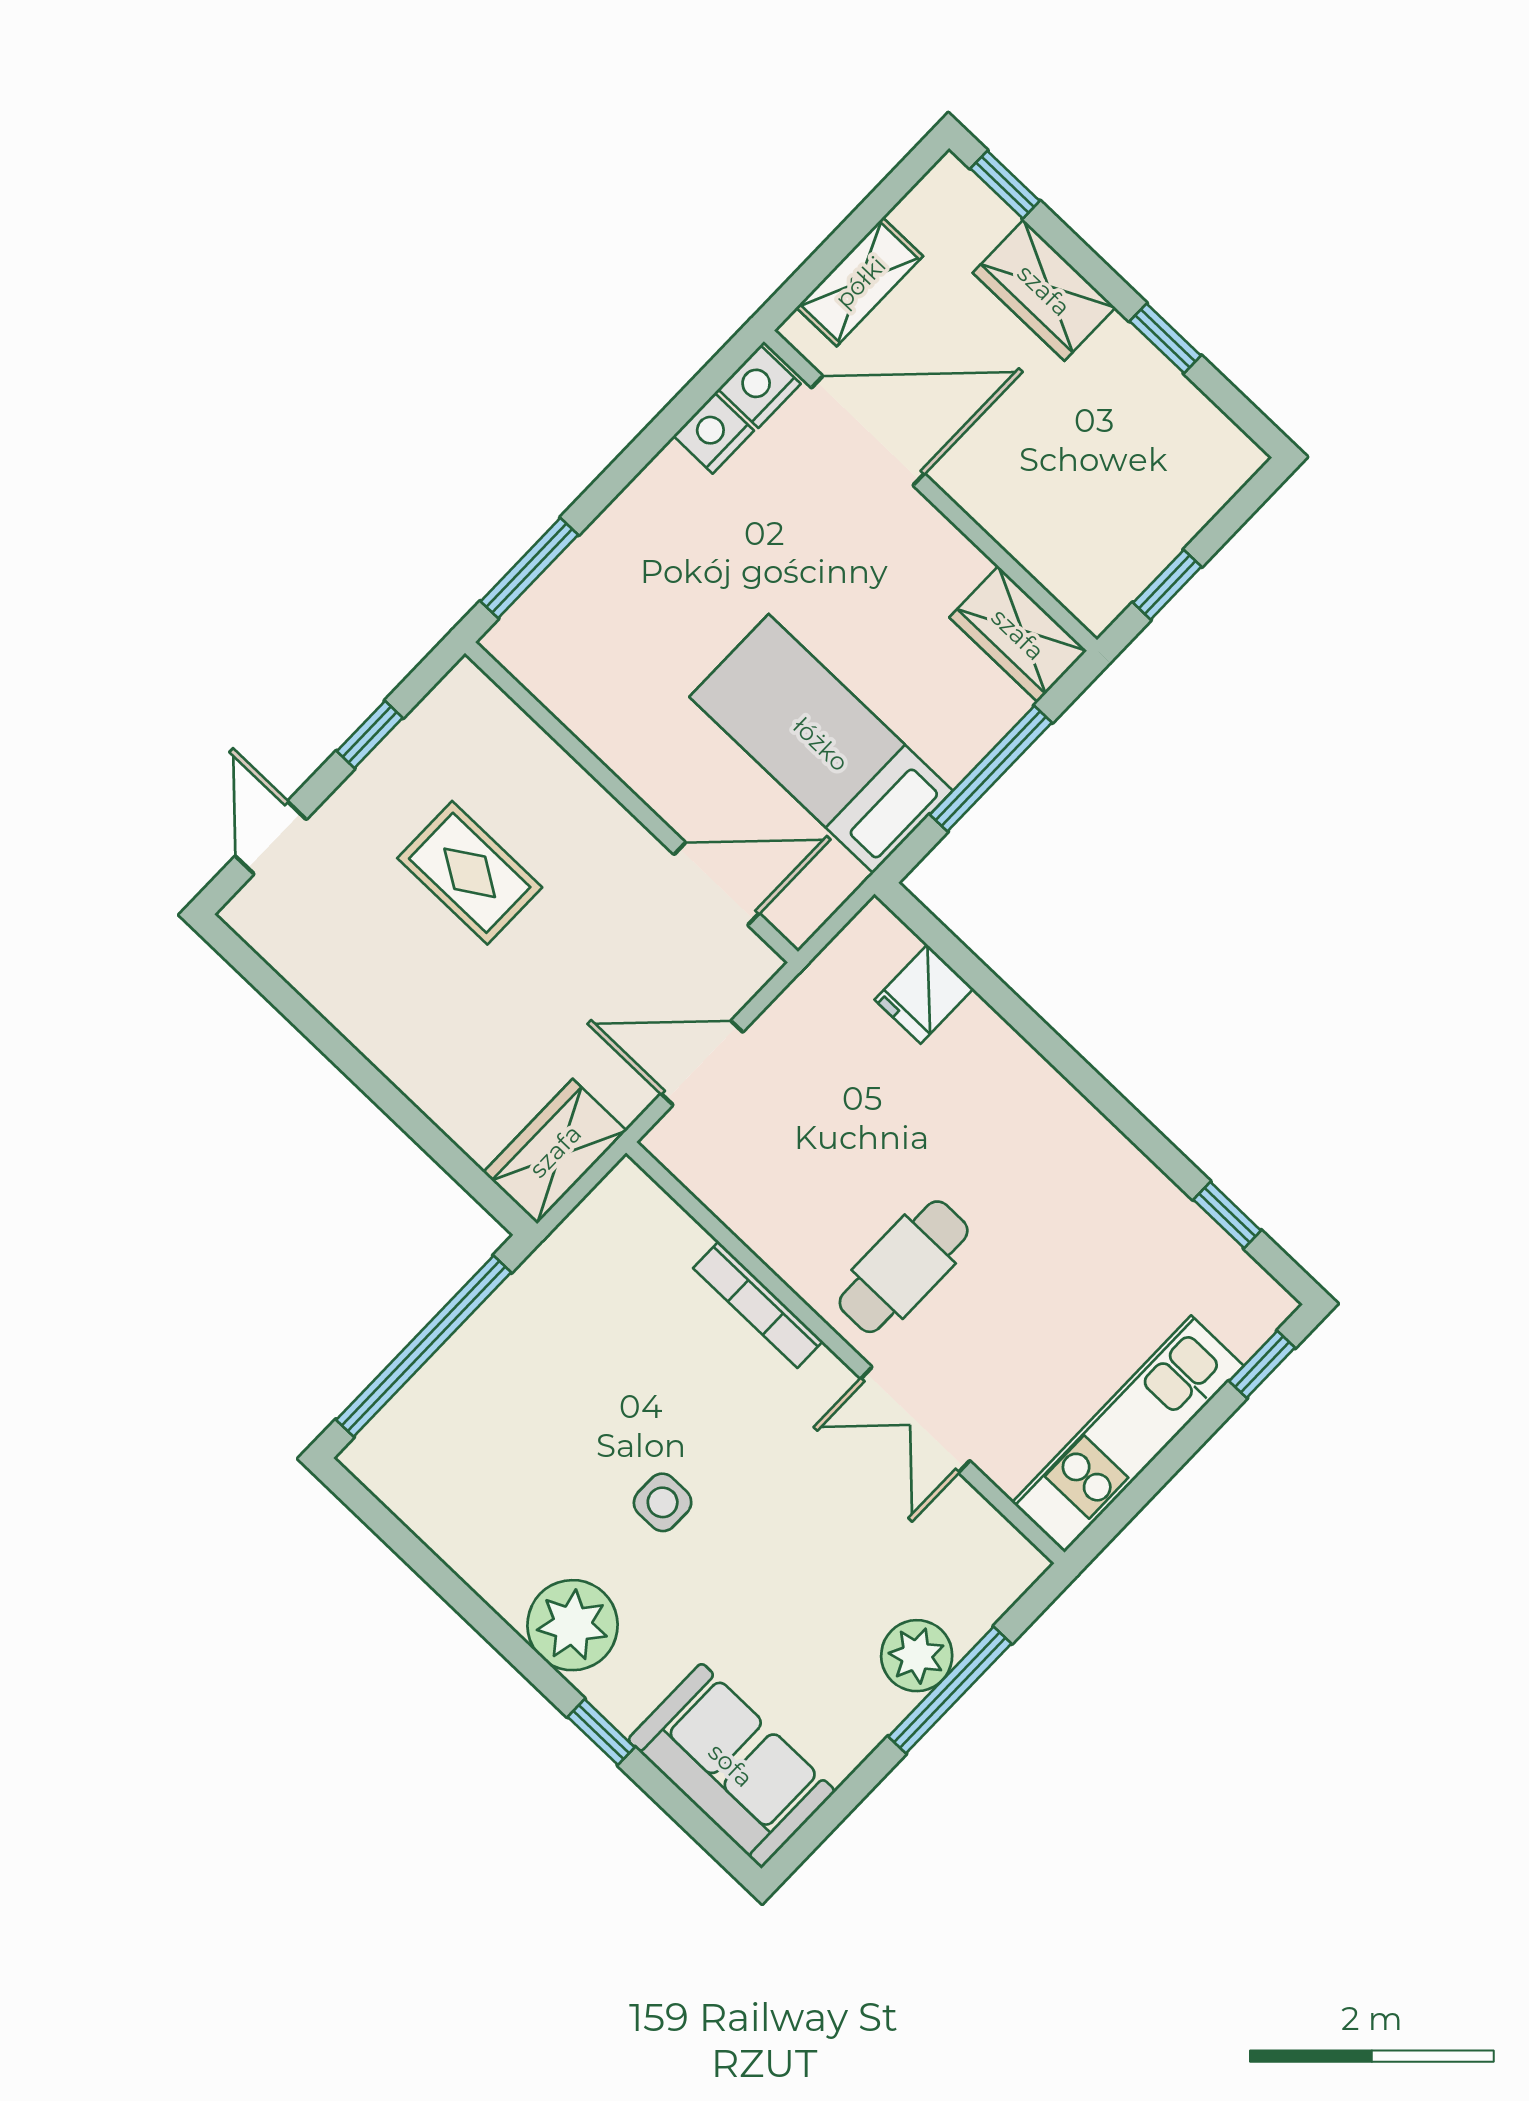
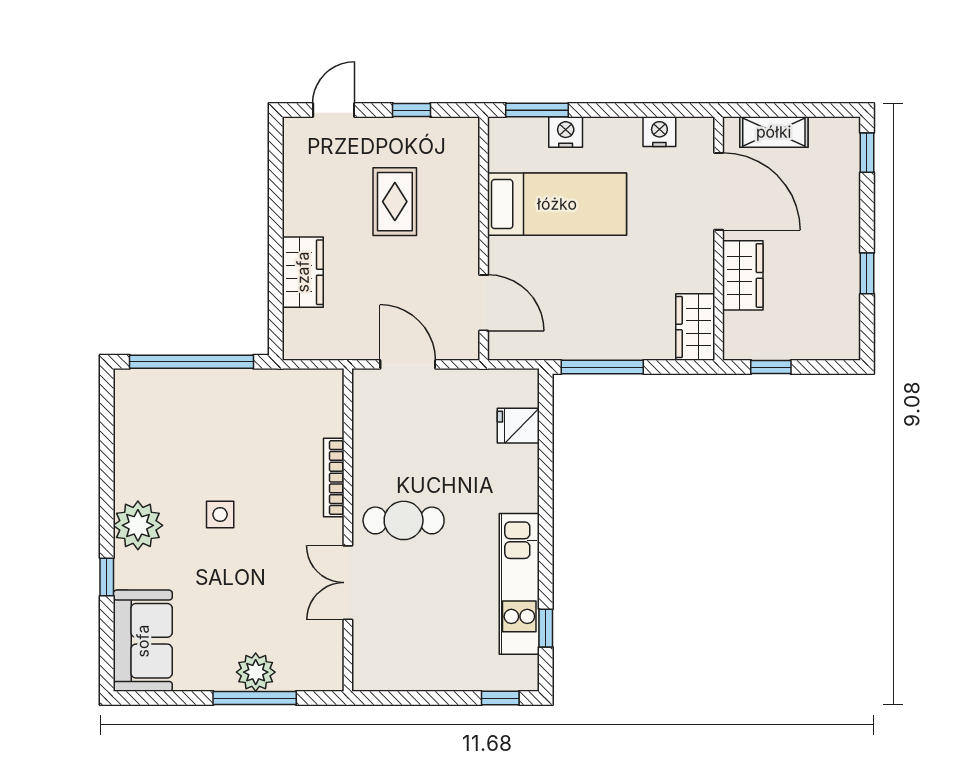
wardrobe: (1044, 290) -> (743, 275), moved, turned 180
nightstand: (759, 386) -> (566, 132), moved
bed: (821, 744) -> (557, 204), moved, turned 90
window: (991, 769) -> (602, 367), moved
wardrobe: (555, 1151) -> (303, 272), moved, turned 90
kitchen unit: (1128, 1434) -> (519, 584), moved, turned -90

